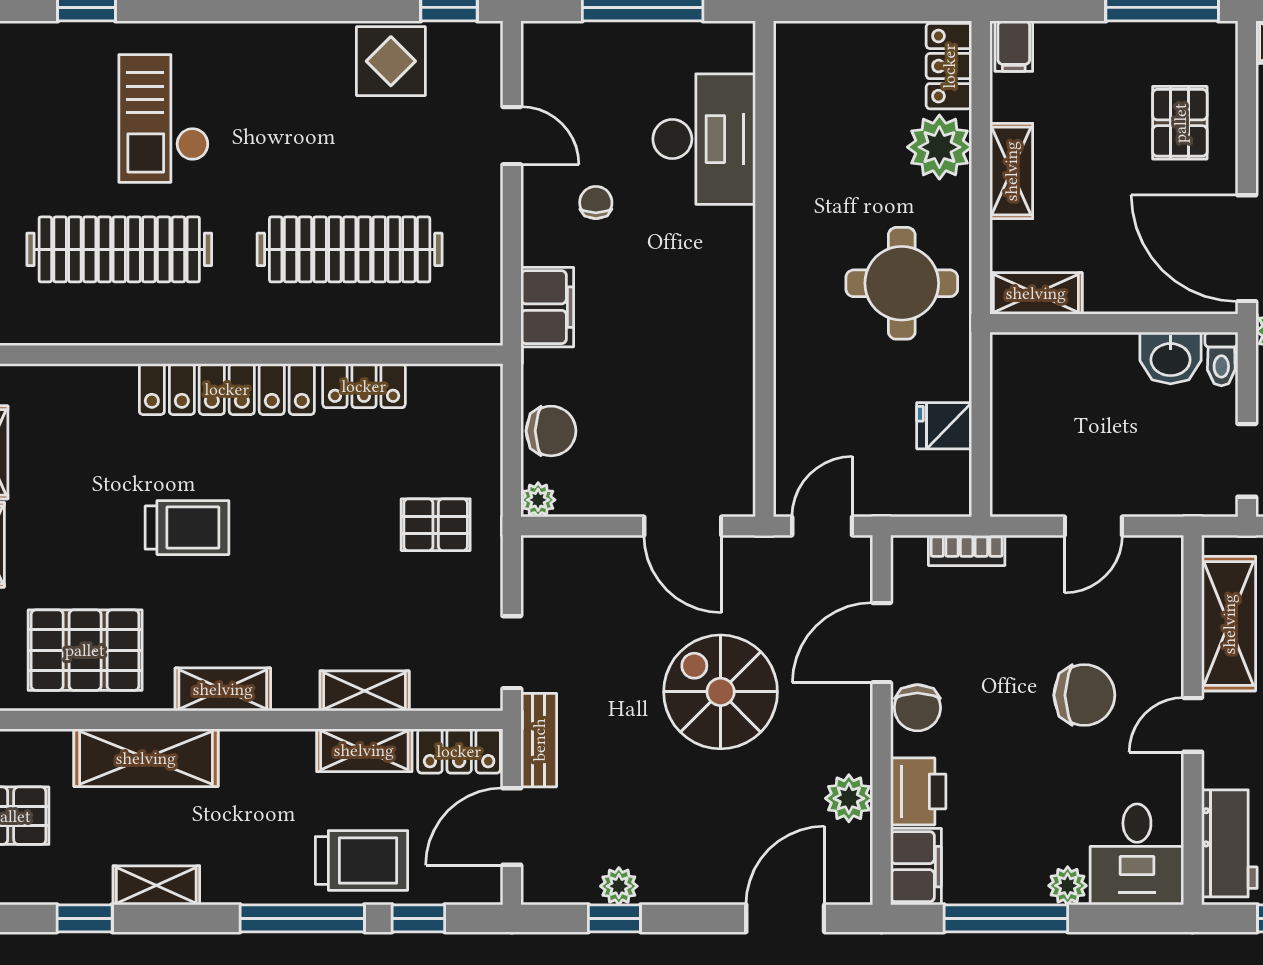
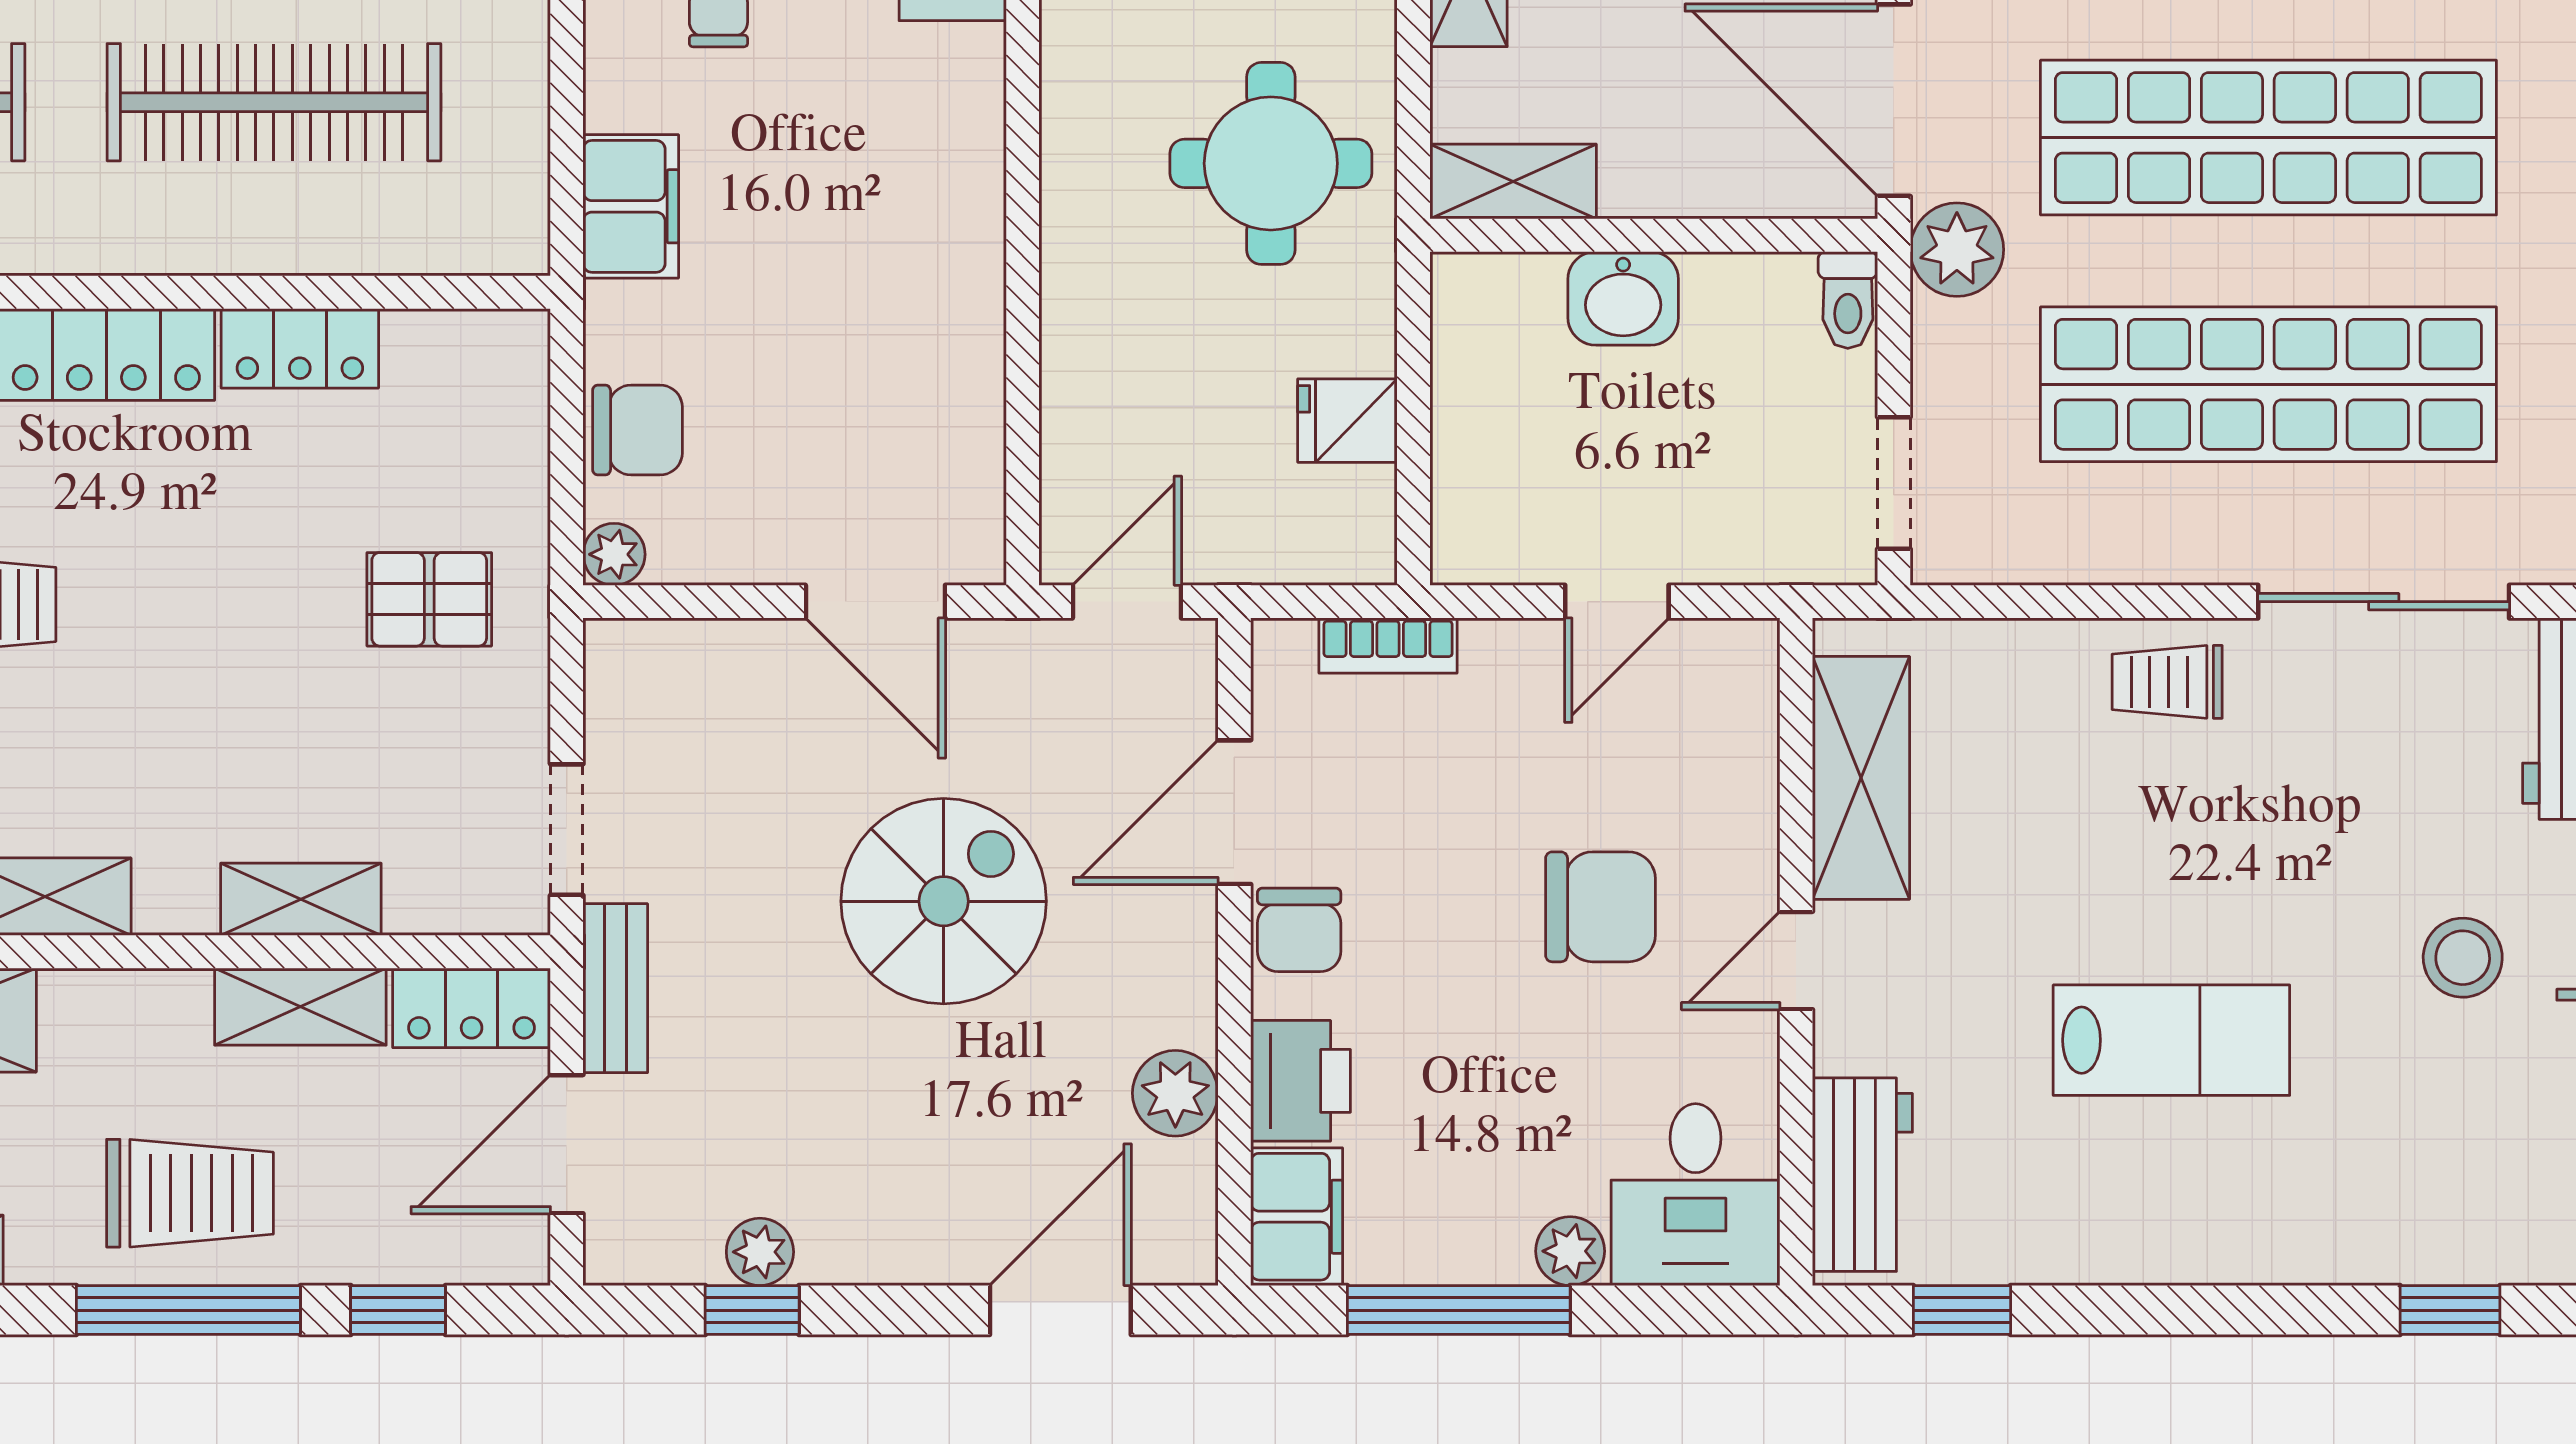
washbasin: (1171, 358) -> (1623, 298), moved
spiral stairs: (721, 692) -> (944, 901), turned 90
trolley: (362, 860) -> (190, 1193), moved

